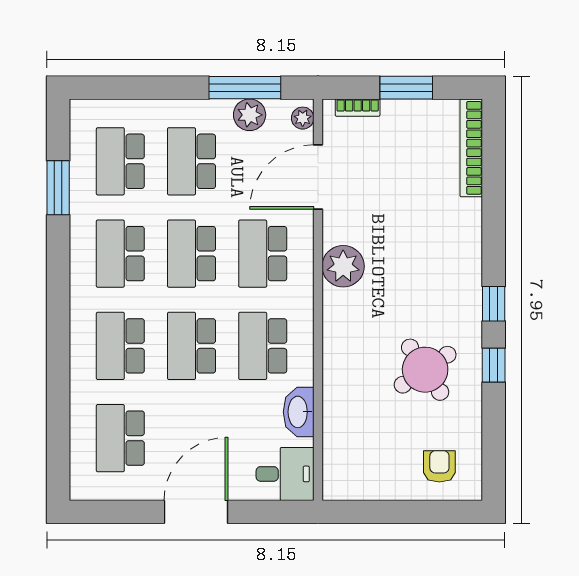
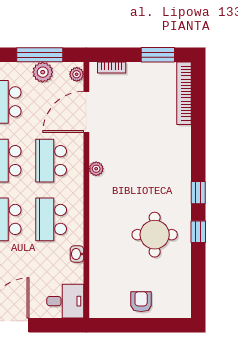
window: (406, 88) -> (158, 55), moved
plant: (343, 266) -> (96, 169), width x0.53, depth x0.53
round table: (425, 370) -> (155, 235), turned 34
washbasin: (299, 412) -> (77, 254), width x0.52, depth x0.69
armchair: (439, 466) -> (141, 302), moved

